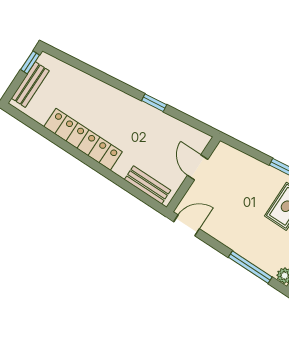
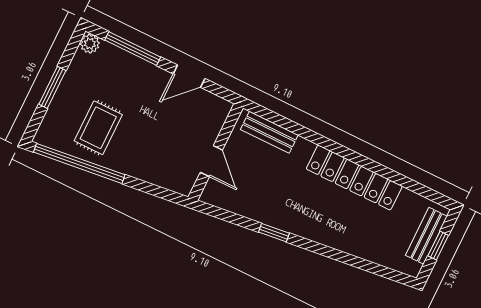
window: (30, 62) -> (438, 246), moved
door: (187, 225) -> (189, 76), moved

